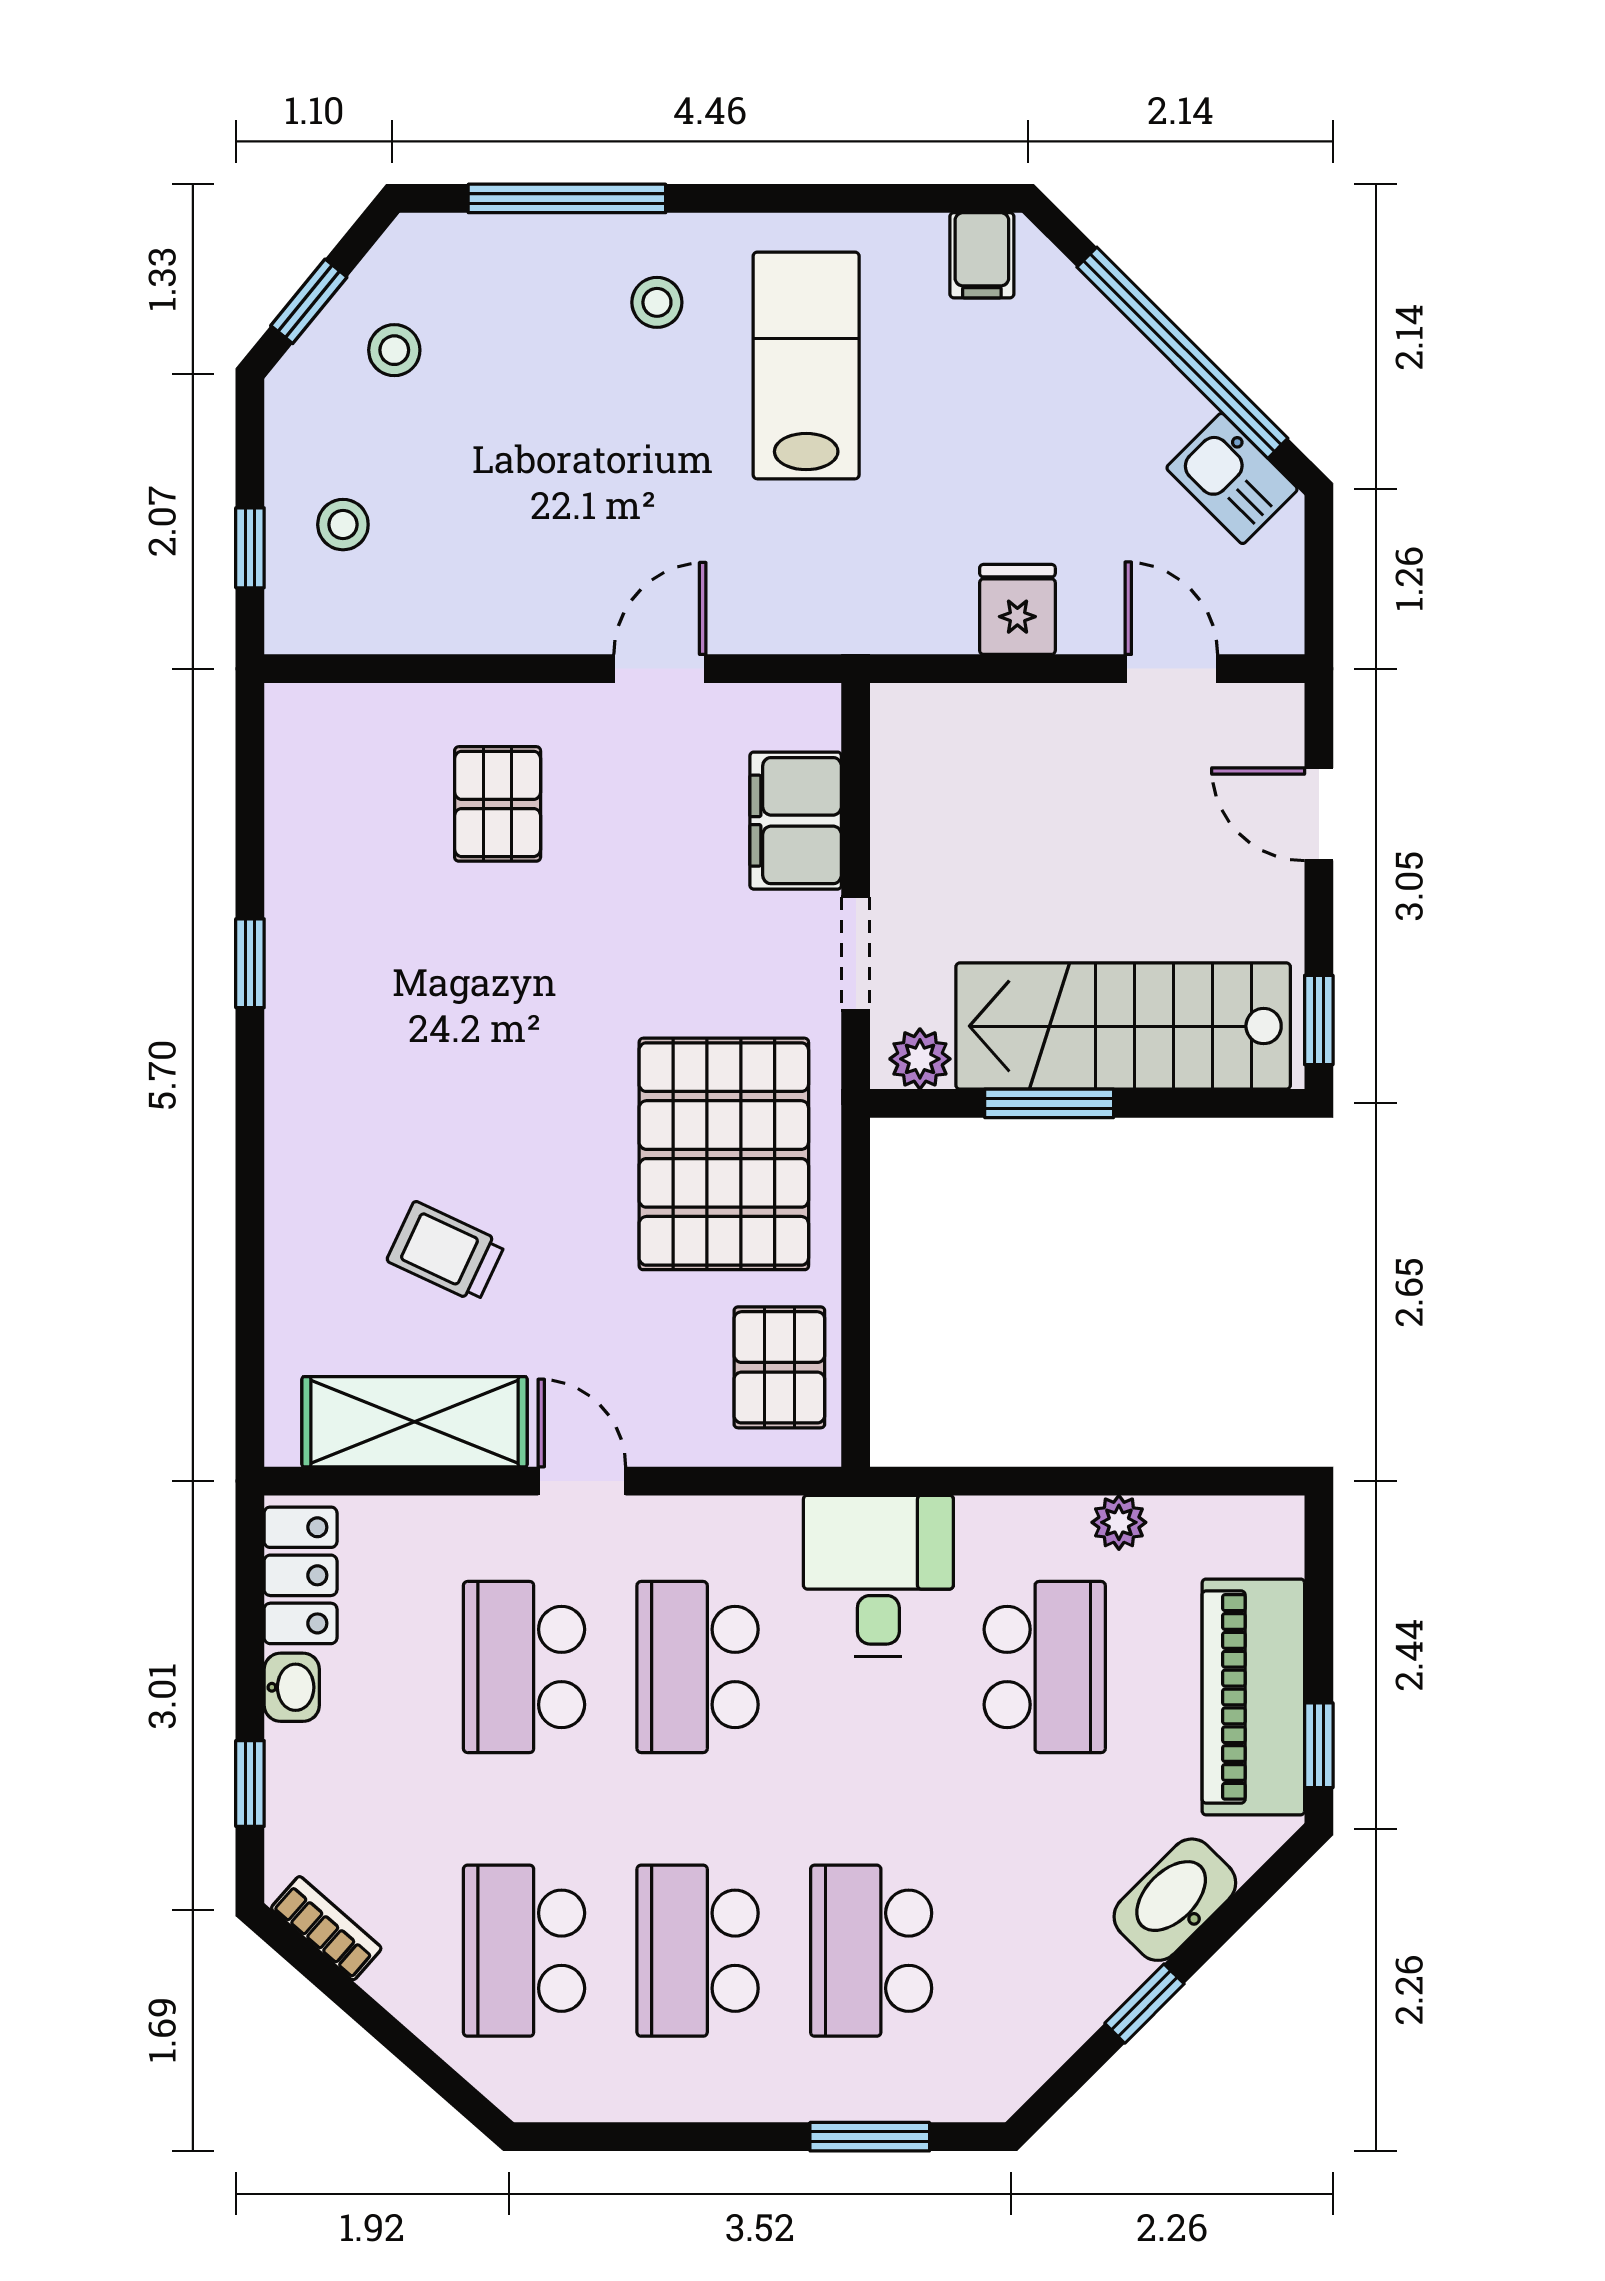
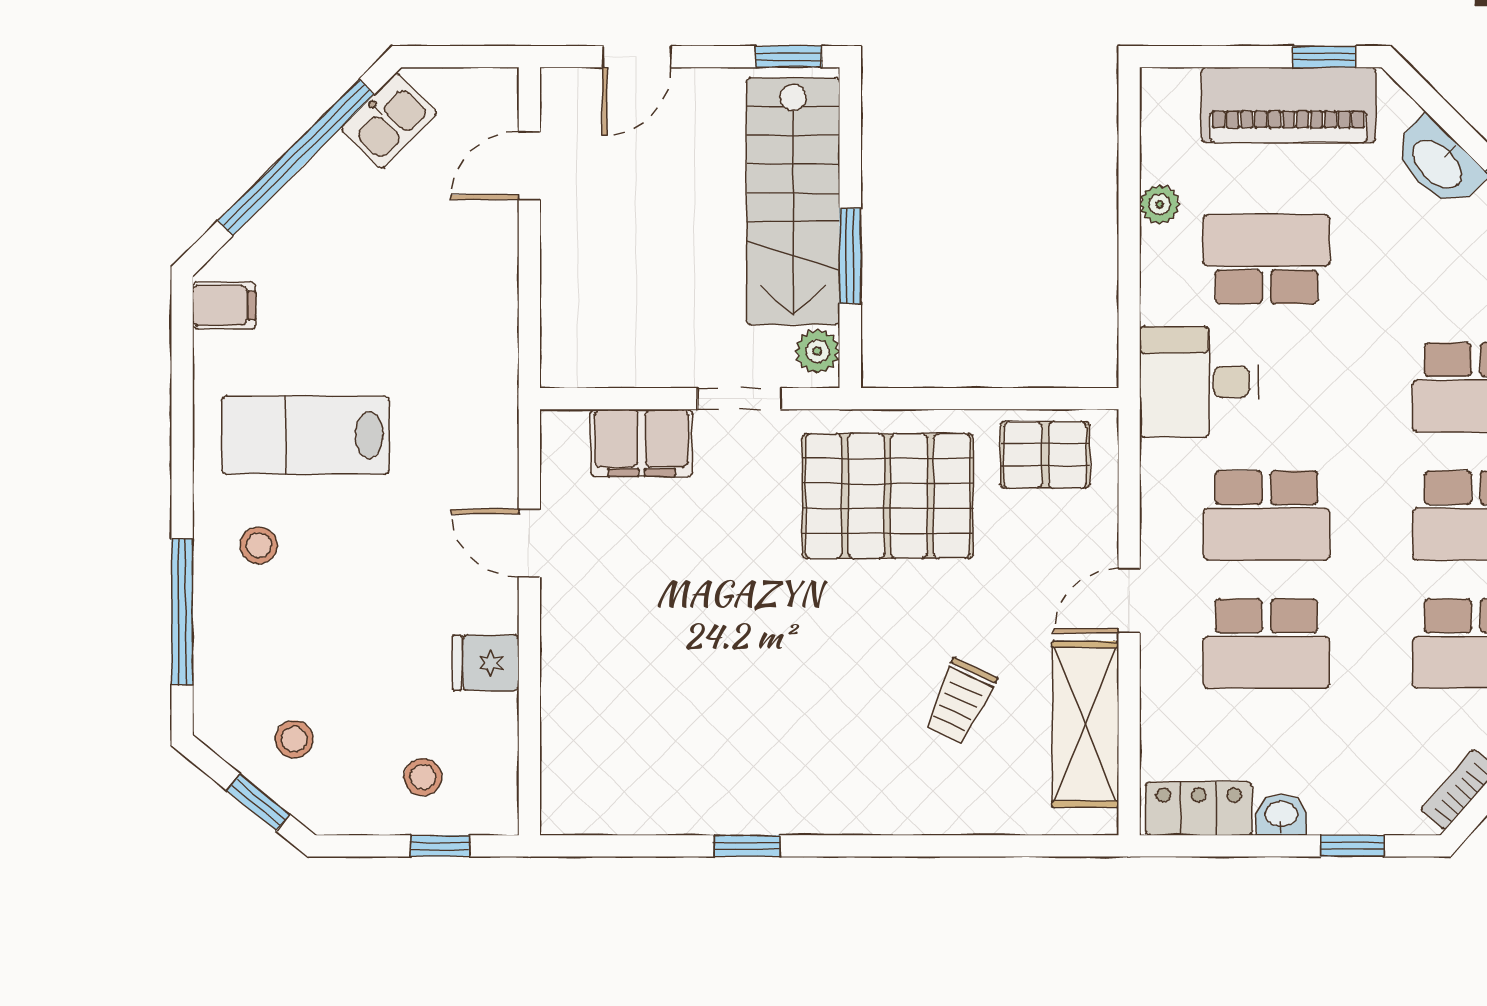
fridge: (1017, 609) -> (486, 663), moved
pallet: (498, 804) -> (629, 663), removed

